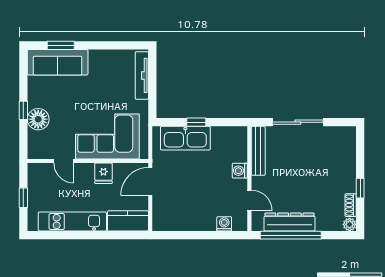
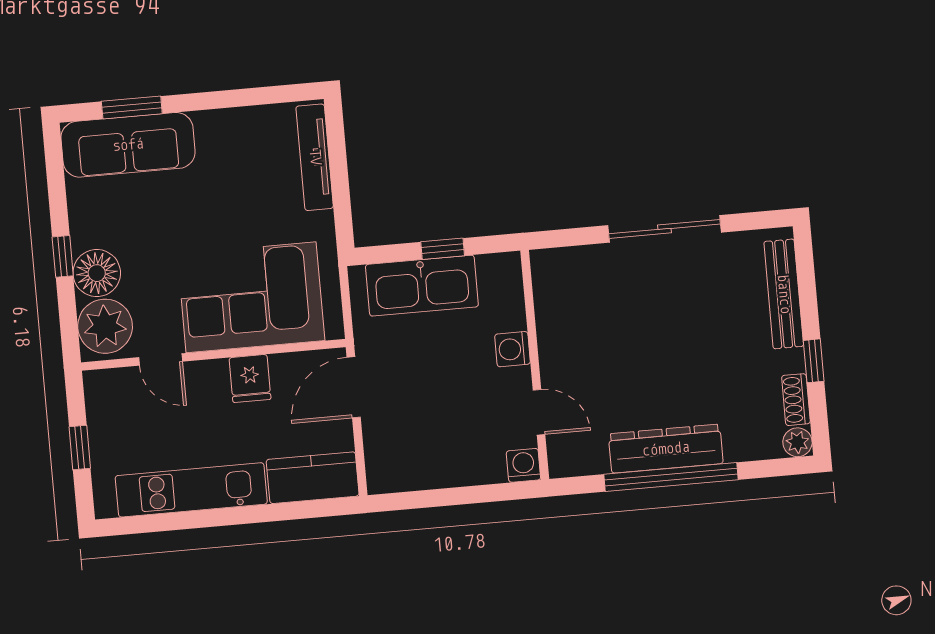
plant: (40, 144) -> (105, 326), added
bench: (258, 151) -> (784, 294), moved
washing machine: (240, 171) -> (512, 349), moved
wall: (249, 179) -> (535, 365), moved
door: (249, 200) -> (539, 412), moved

